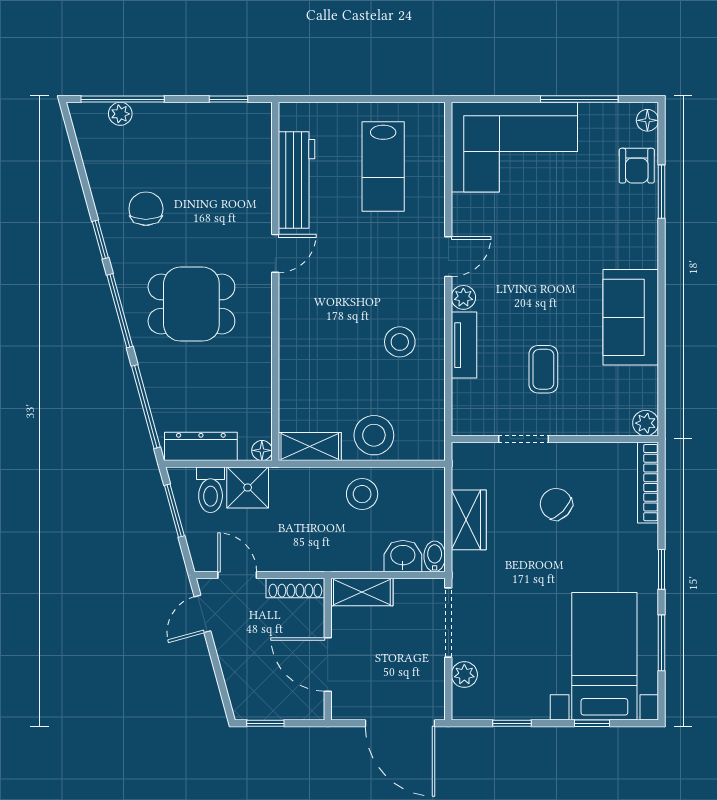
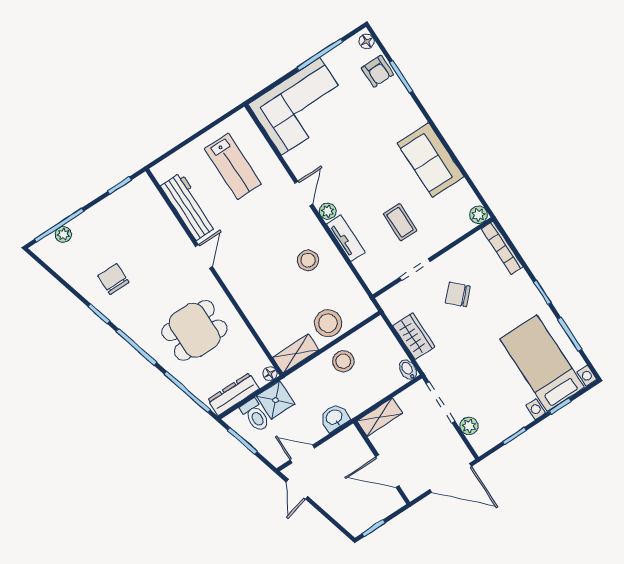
dining table: (191, 304) -> (194, 330), moved
washbasin: (403, 556) -> (334, 418), moved
shoe rack: (295, 588) -> (340, 440), removed

